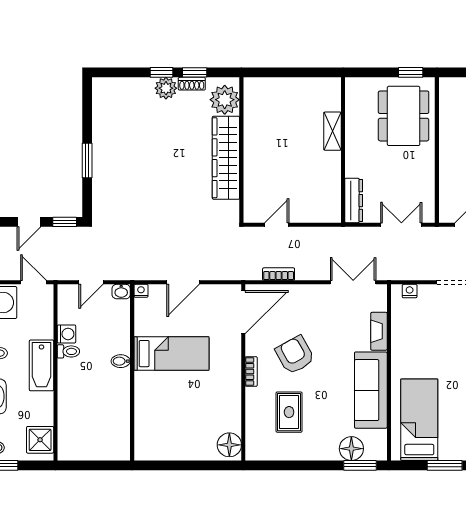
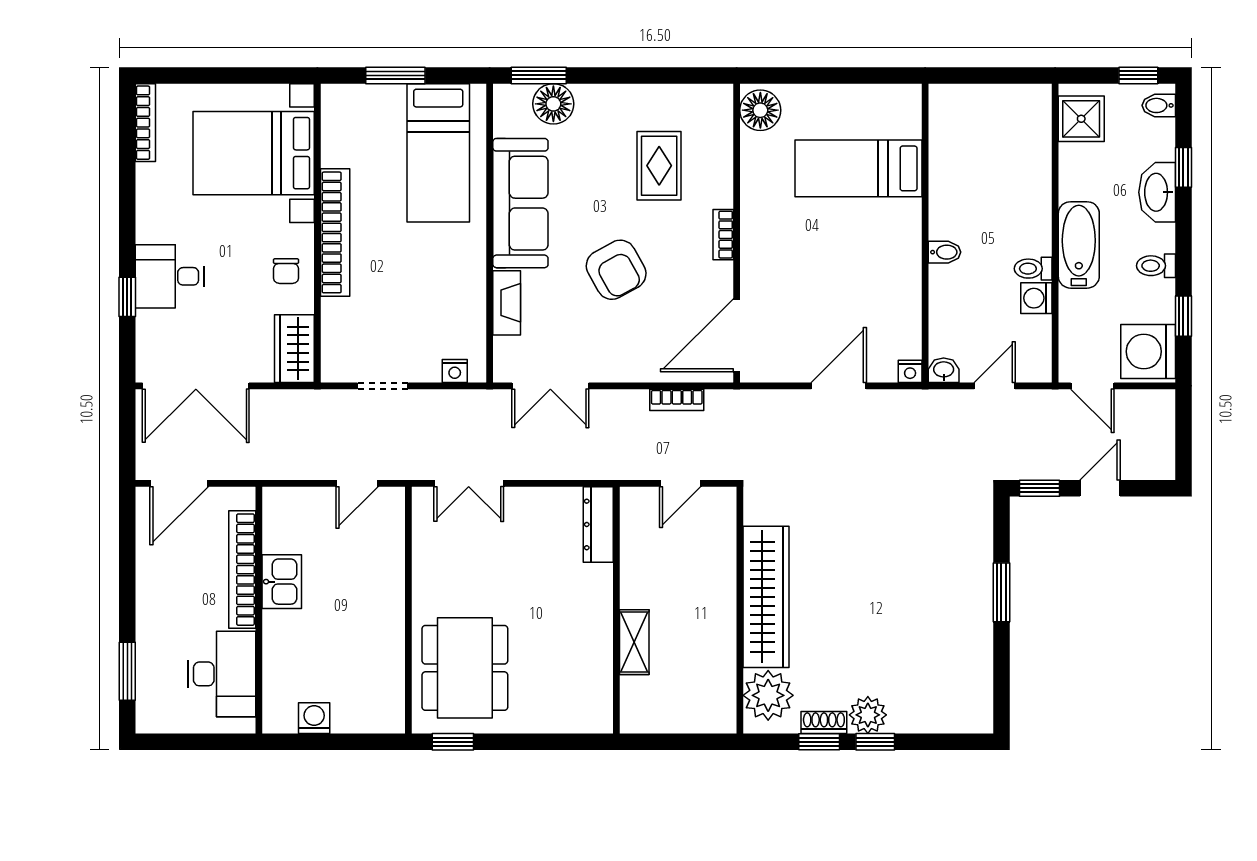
shelving: (332, 131) -> (634, 642), moved
wall: (343, 150) -> (616, 610), moved
dresser: (354, 201) -> (598, 524), moved
bed: (171, 354) -> (859, 168), moved
armchair: (295, 355) -> (616, 270), moved

